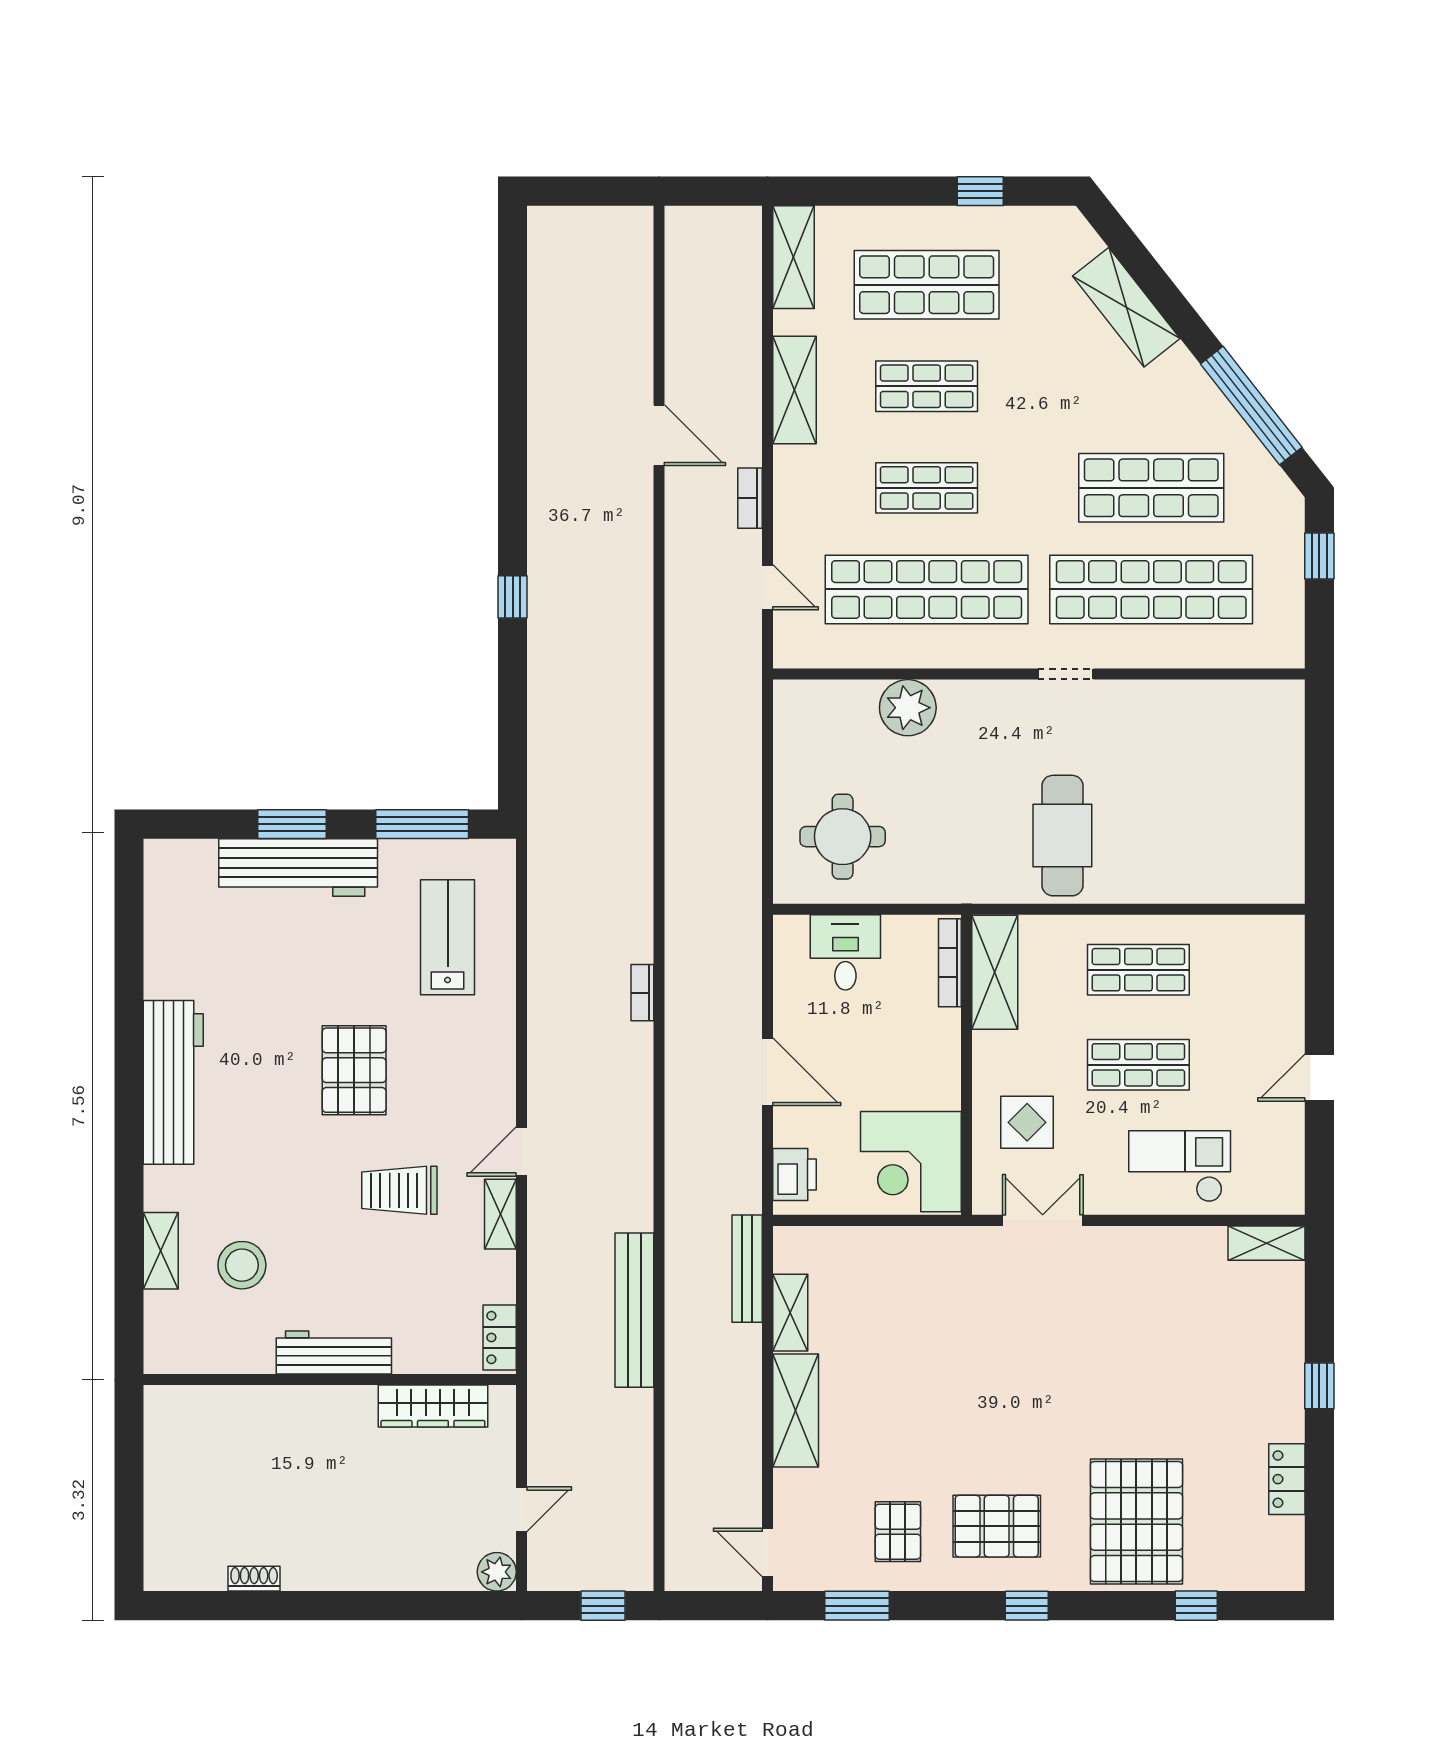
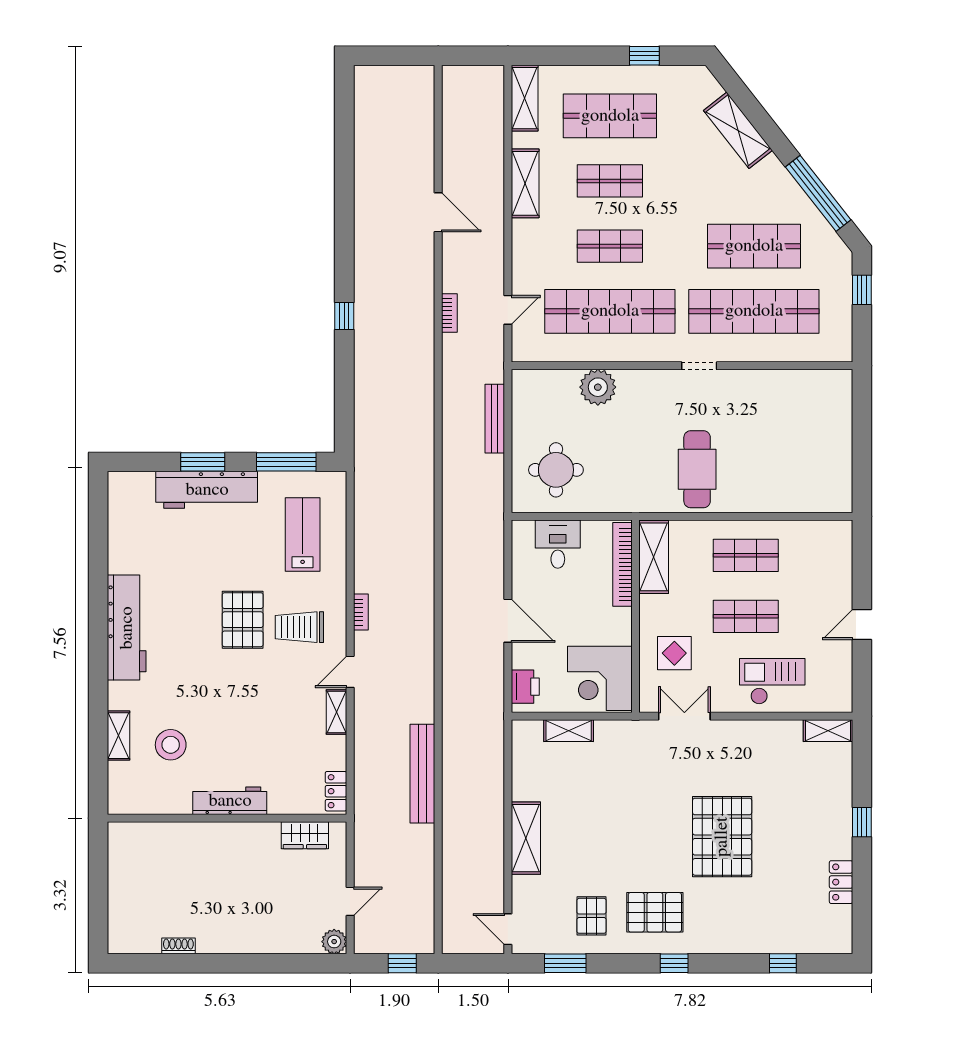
bookcase: (750, 498) -> (449, 313), moved, turned 180
door: (768, 587) -> (508, 310), hinge flipped
bookcase: (950, 963) -> (623, 564), width x1.48, depth x1.31
bookcase: (642, 993) -> (361, 612), moved, turned 180
trolley: (399, 1190) -> (299, 627), moved
bench: (747, 1269) -> (495, 419), moved
shelving: (790, 1313) -> (569, 731), moved, turned 90
wardrobe: (433, 1406) -> (305, 835), width x0.67
pallet: (1136, 1522) -> (722, 837), moved

